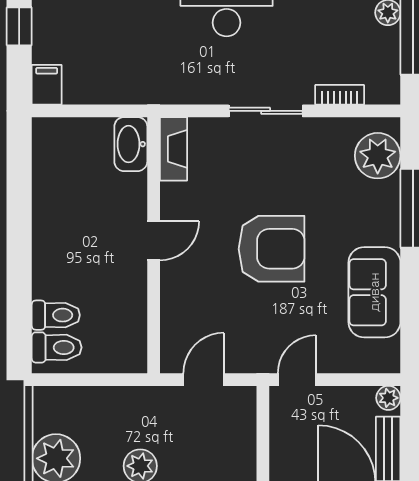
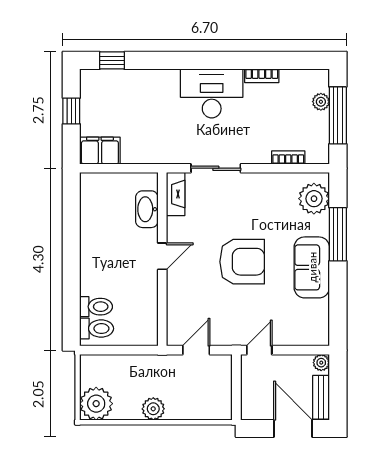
filing cabinet: (47, 85) -> (100, 151), width x2.00
sliding door: (266, 111) -> (216, 168), moved
washbasin: (131, 144) -> (147, 209), moved
sofa: (374, 292) -> (312, 267), moved

